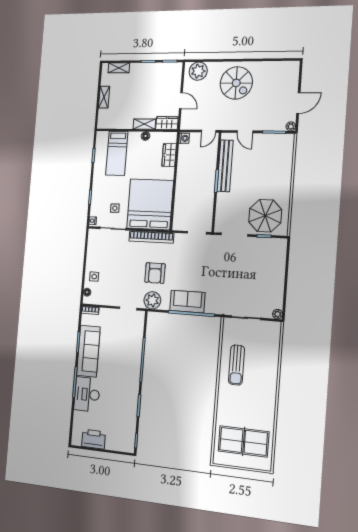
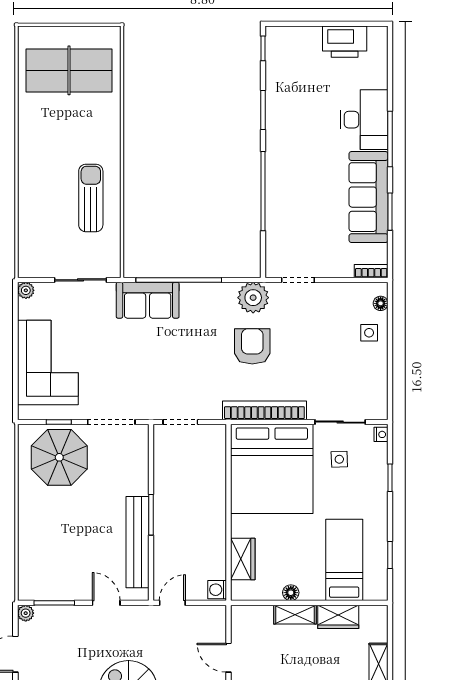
wardrobe: (167, 123) -> (338, 617), moved
corner sofa: (268, 271) -> (48, 363), added
sofa: (187, 302) -> (148, 300), moved

